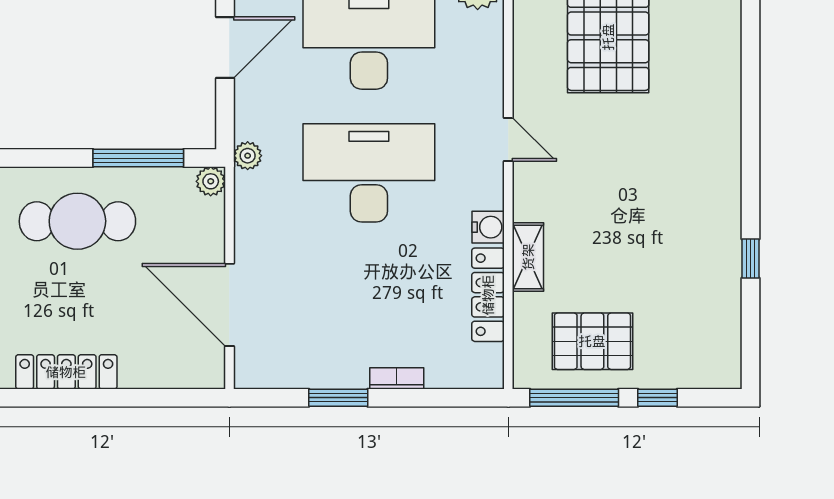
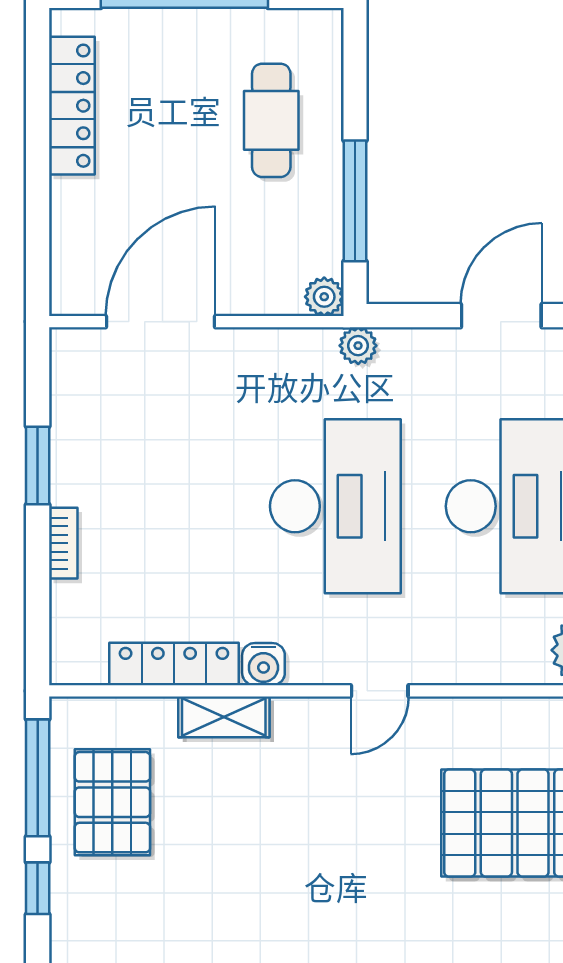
door: (225, 48) -> (501, 316), swing flipped
cafe table: (77, 221) -> (271, 120), width x0.73, depth x0.74

